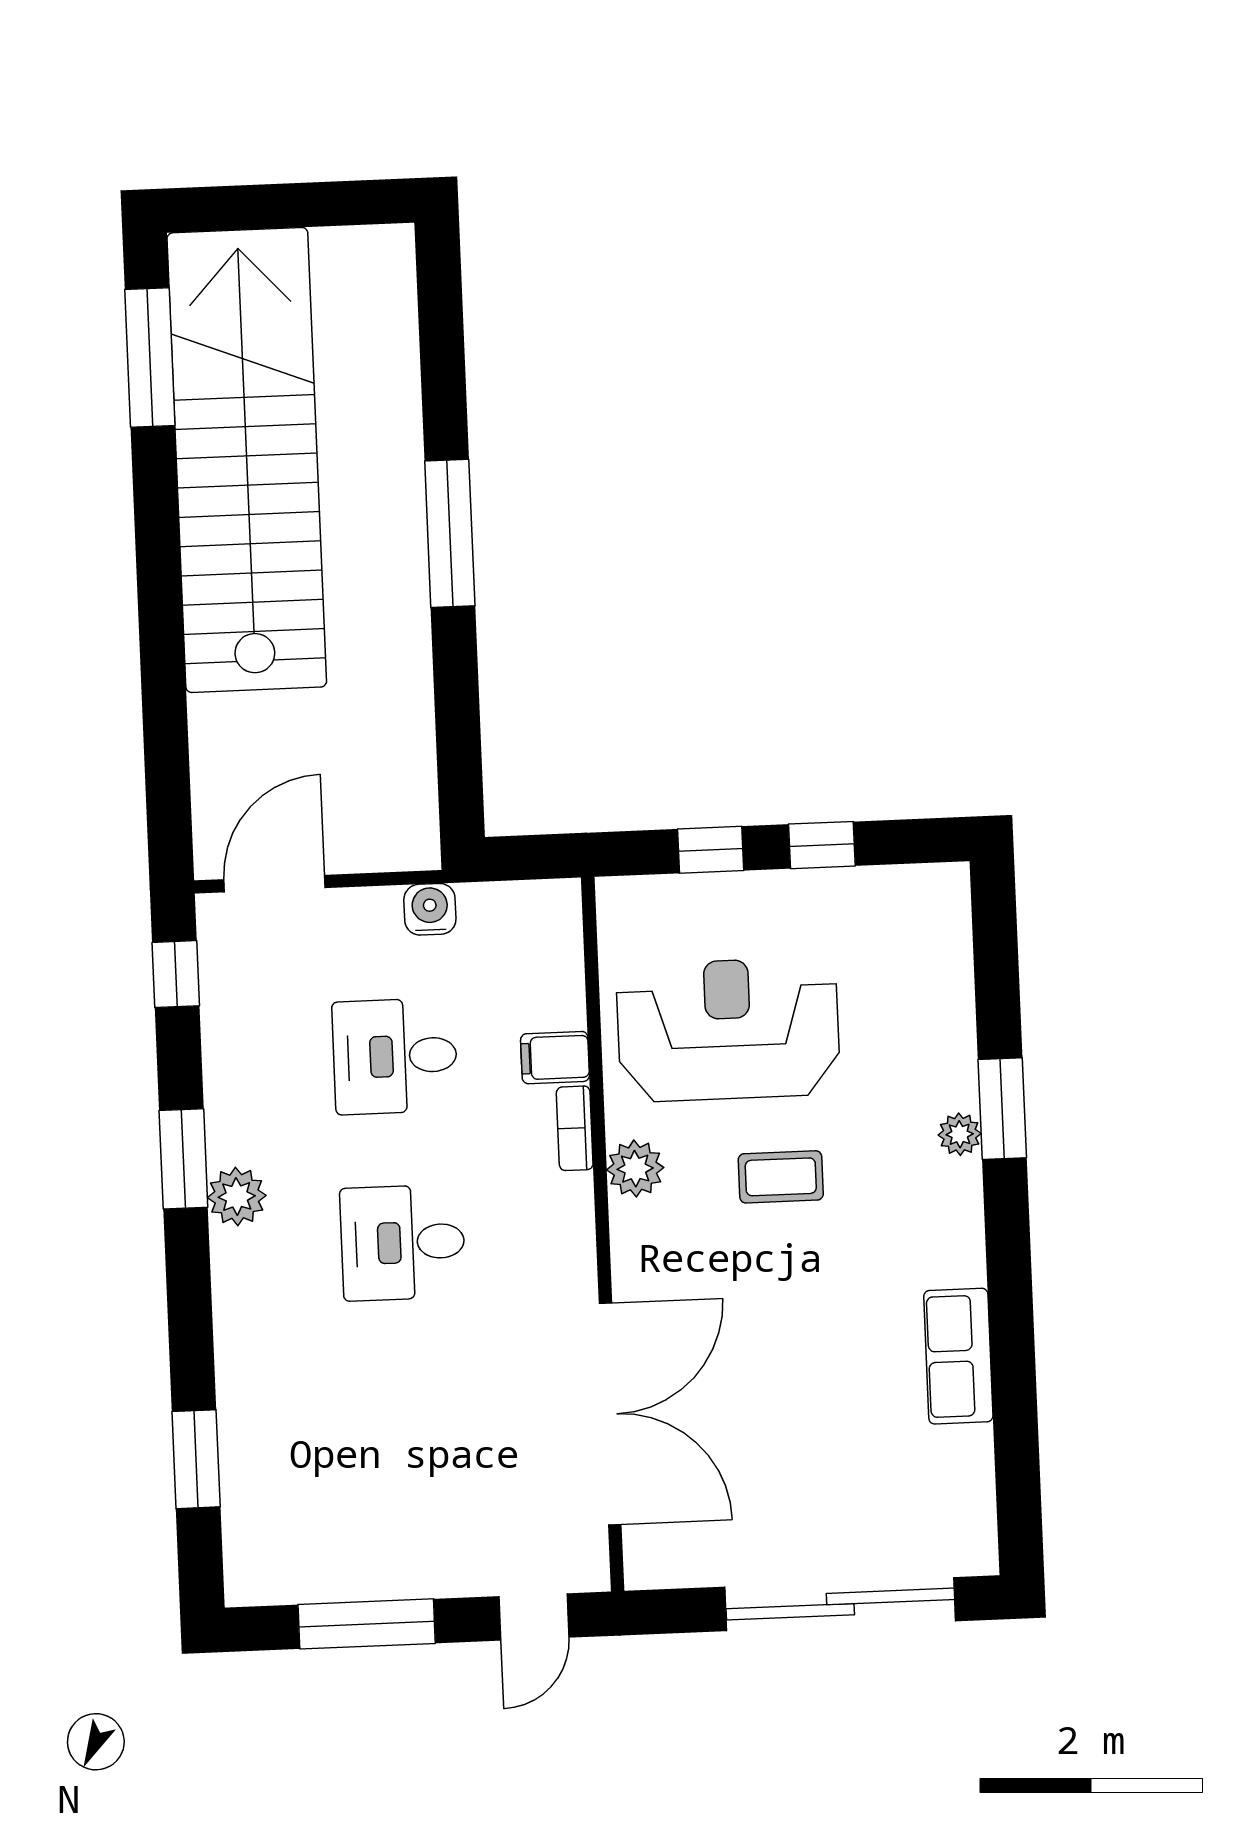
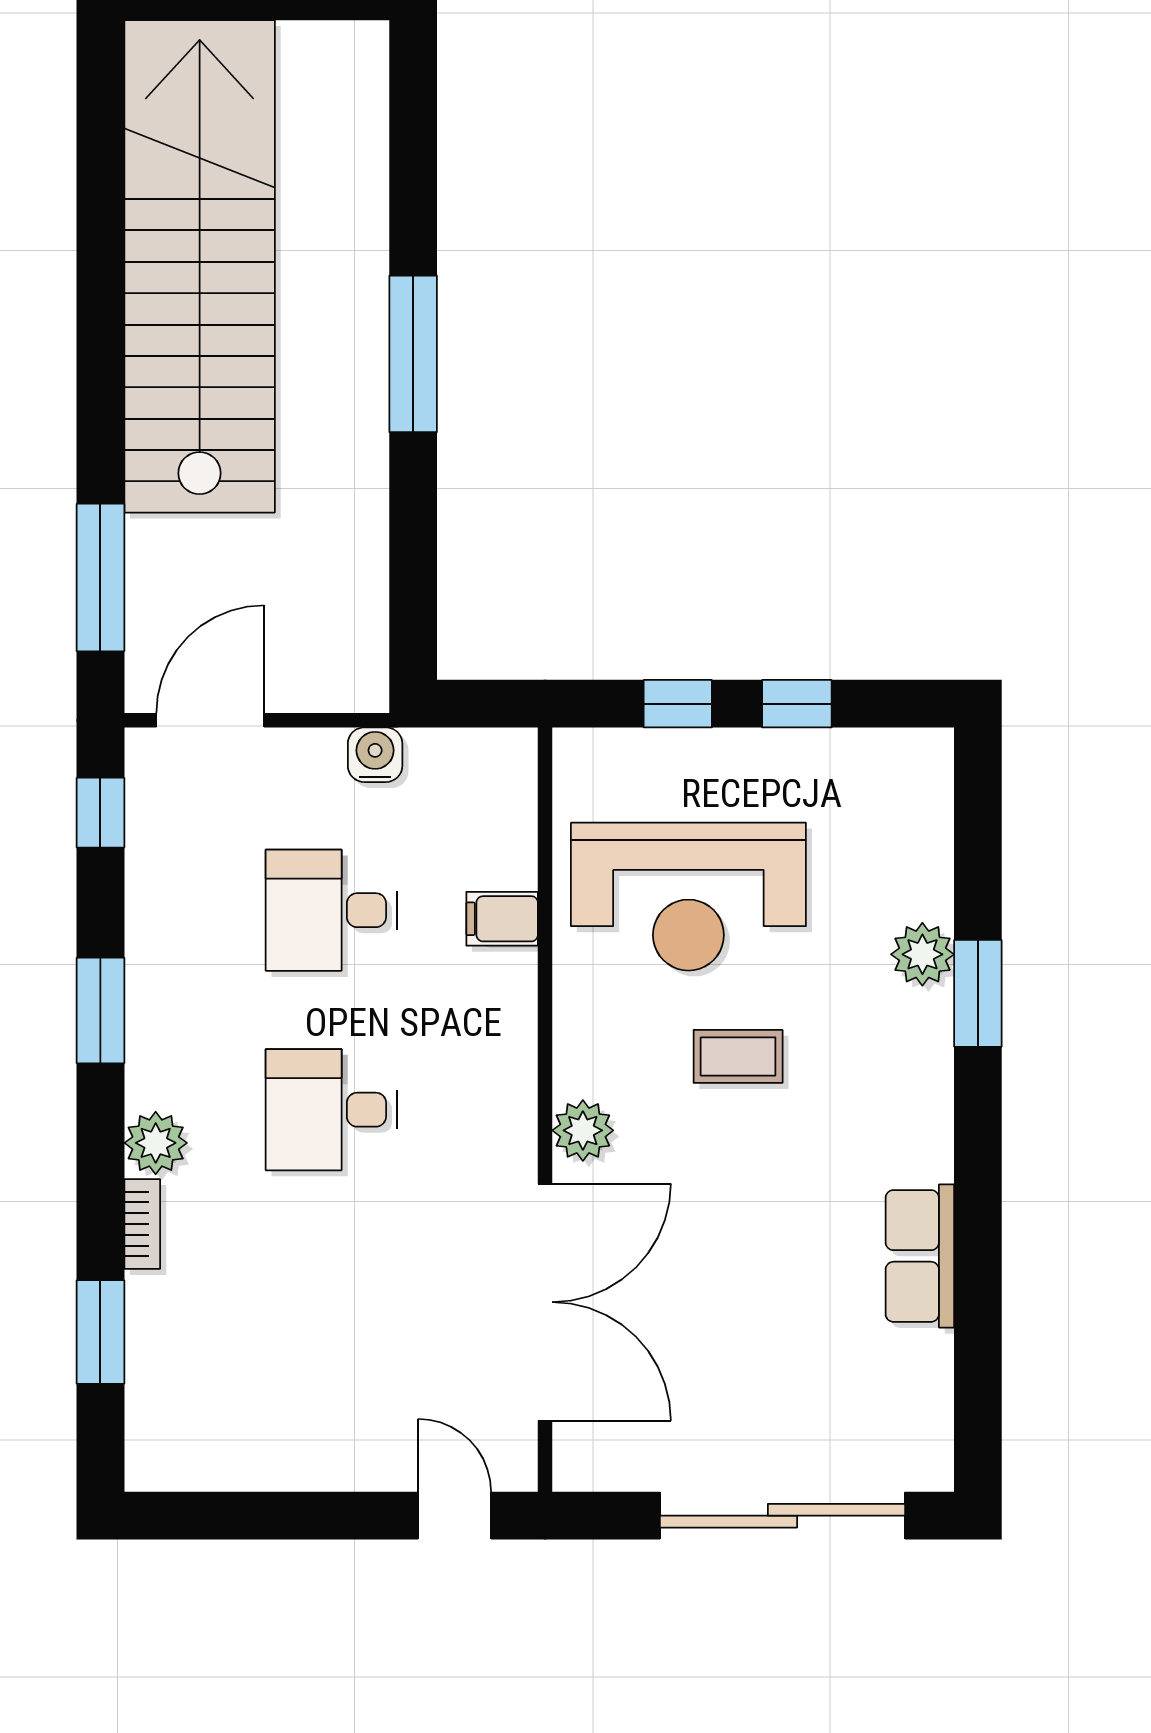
window: (150, 357) -> (100, 578), moved
reception desk: (728, 1030) -> (688, 897), turned 180
bookcase: (575, 1128) -> (142, 1224), moved, turned 180
plant: (960, 1134) -> (922, 954), moved, width x1.38, depth x1.38
plant: (635, 1169) -> (583, 1130), moved
plant: (237, 1196) -> (156, 1143), moved
door: (534, 1617) -> (454, 1516), swing flipped
window: (367, 1624) -> (275, 1516), removed

